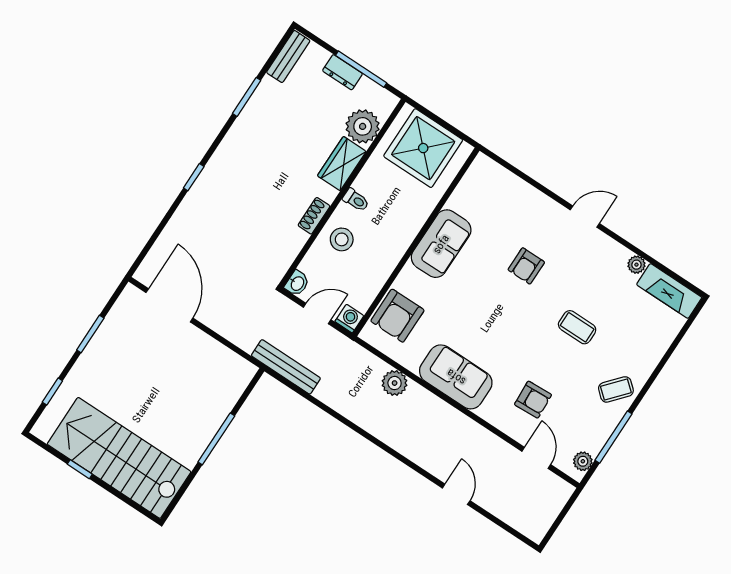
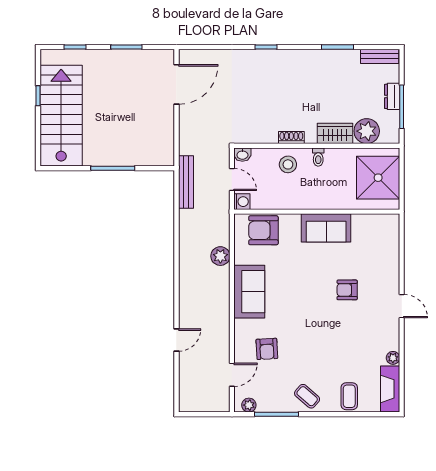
coffee table: (577, 327) -> (349, 396), moved

